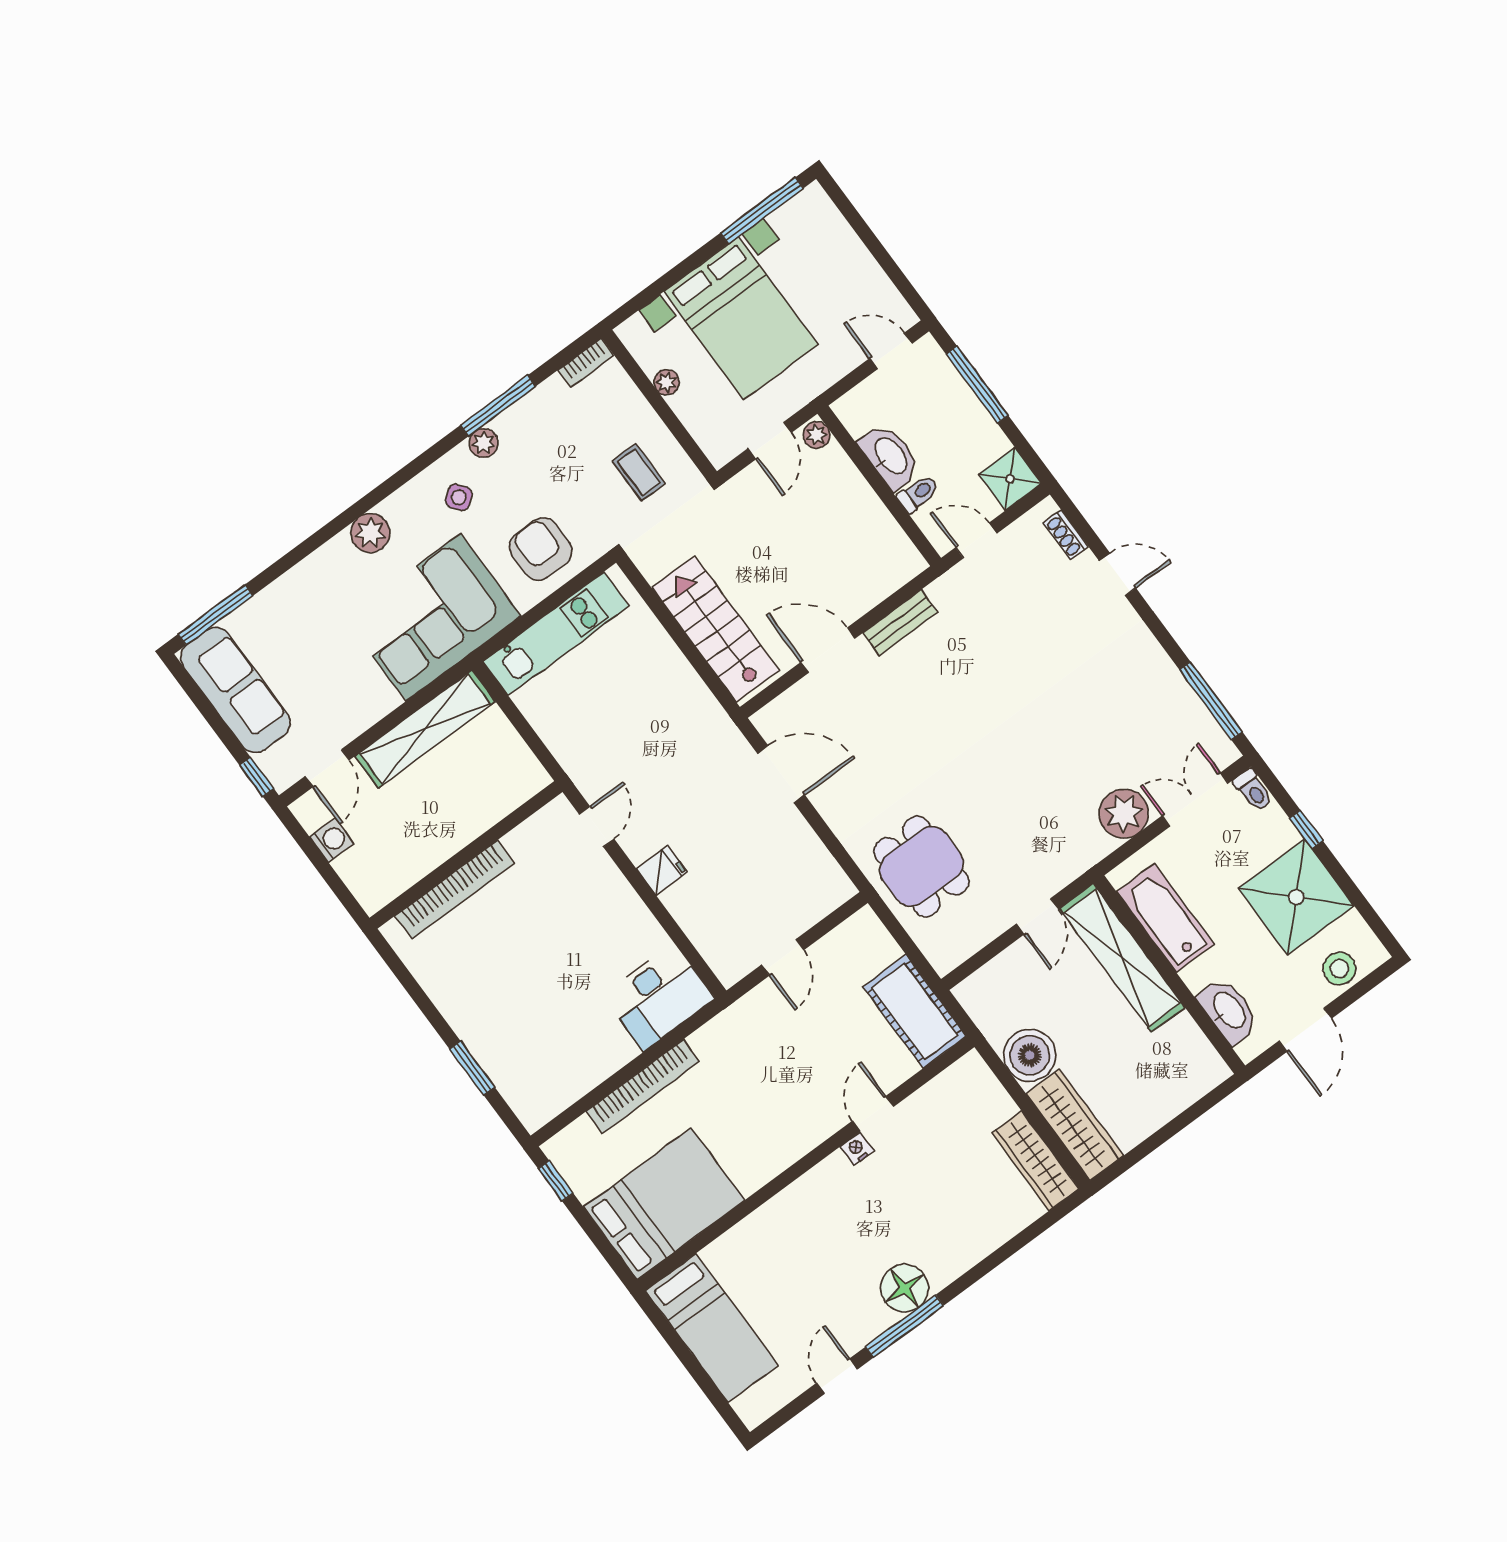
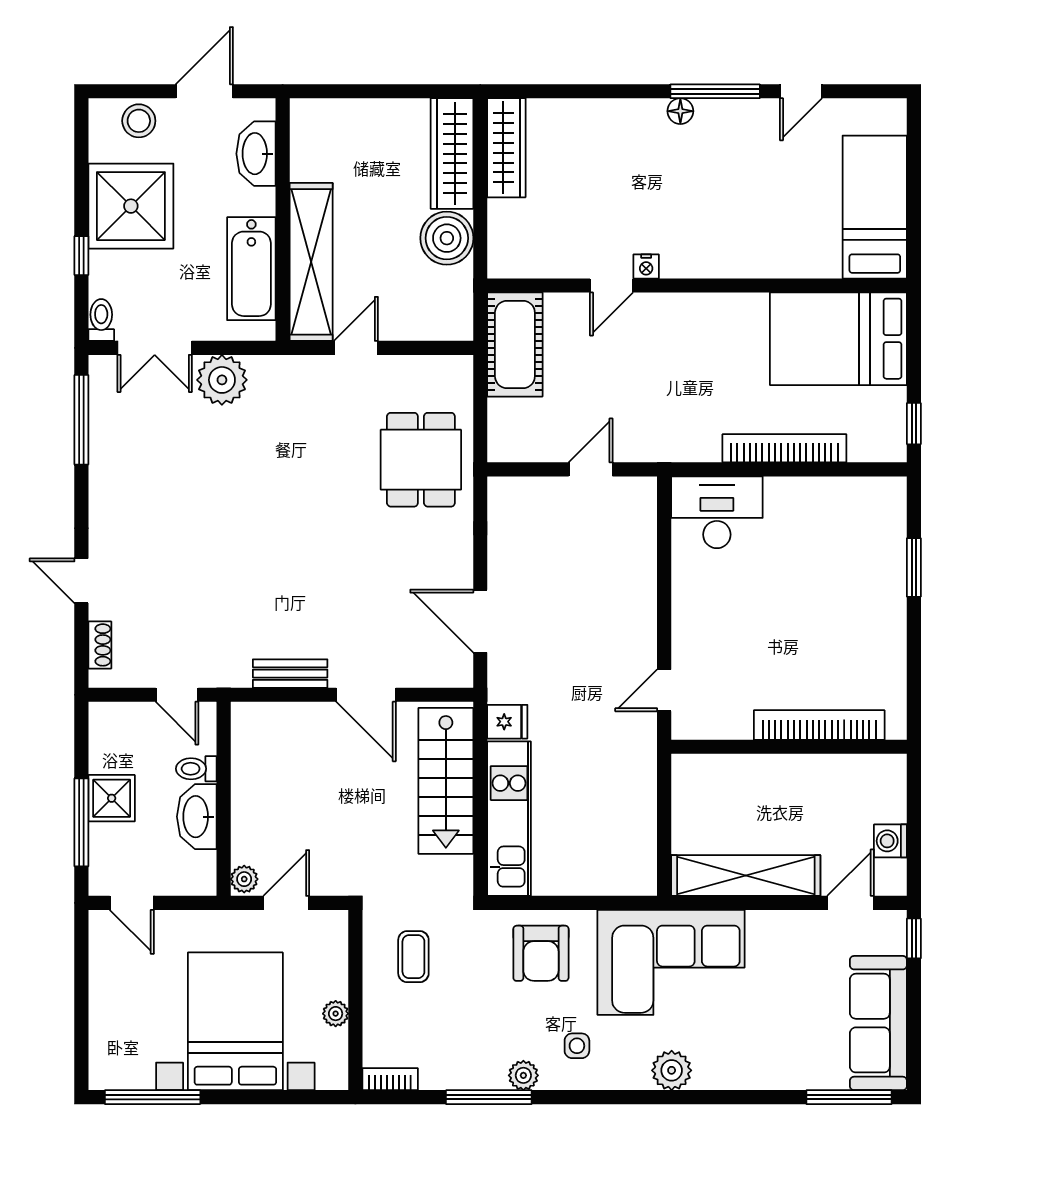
shower: (1010, 479) -> (112, 798), moved
side table: (459, 497) -> (577, 1046), turned 36
kitchen unit: (556, 634) -> (509, 819), moved, turned 90
fridge: (662, 870) -> (507, 722), moved, turned 180
floor lamp: (905, 1288) -> (680, 111), width x0.53, depth x0.53

